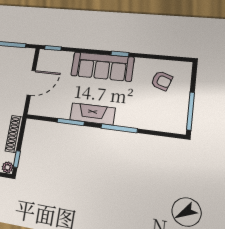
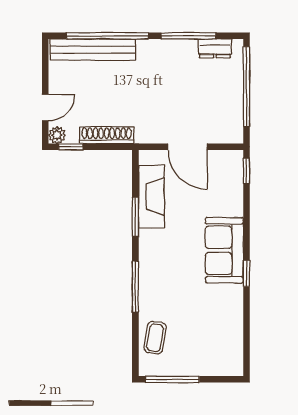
sofa: (102, 66) -> (224, 250), width x0.73
armchair: (162, 81) -> (211, 337), removed
fireplace: (92, 114) -> (151, 197), moved
coffee table: (158, 119) -> (155, 338), added

